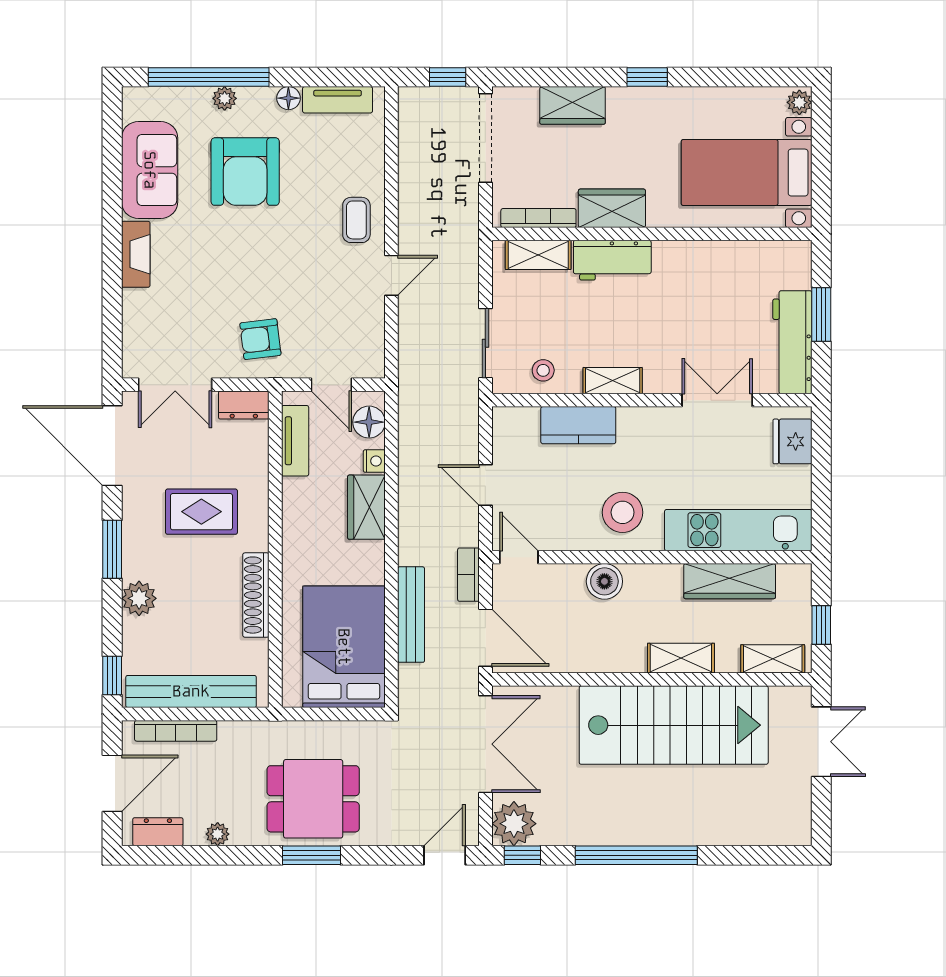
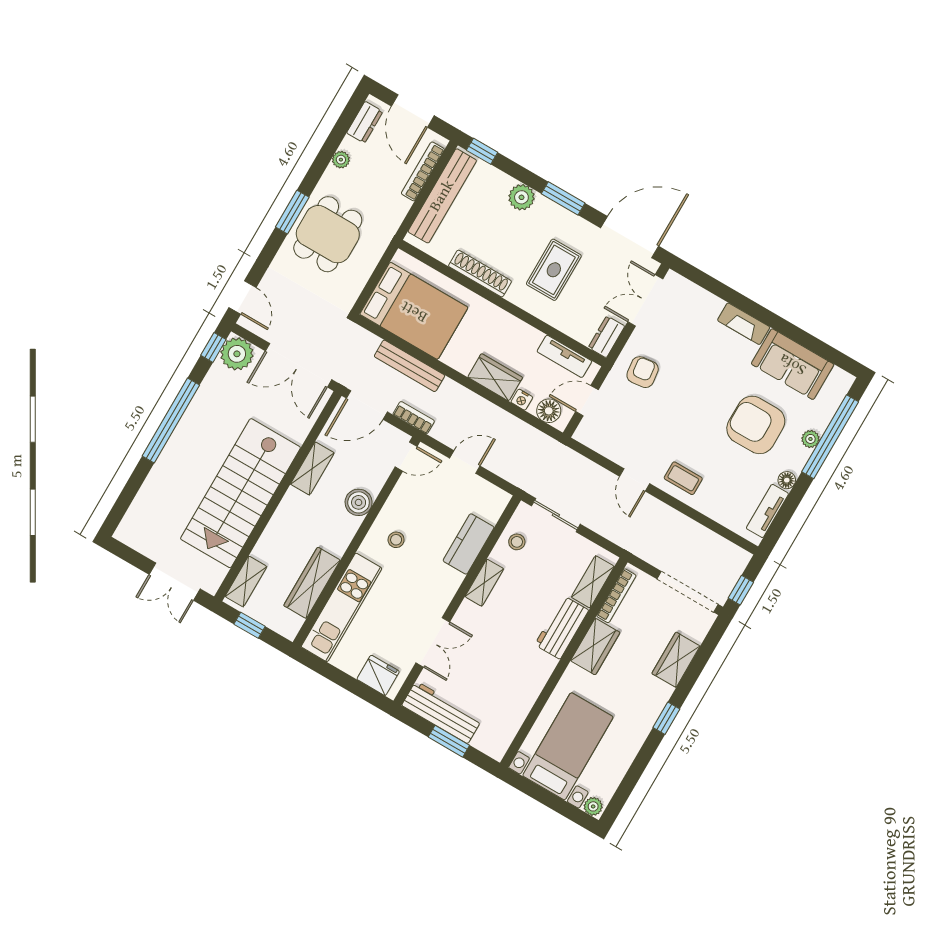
stool: (623, 512) -> (396, 540), width x0.53, depth x0.53
shelving: (681, 658) -> (312, 468), moved

